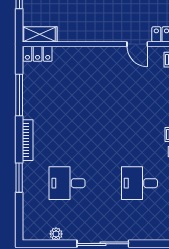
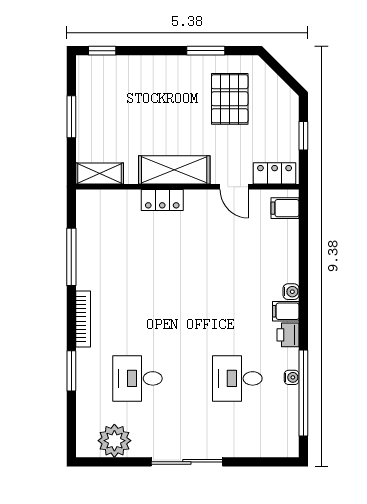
shelving: (94, 32) -> (174, 170), added
locker: (38, 54) -> (162, 200), moved
plant: (56, 234) -> (114, 441), width x1.88, depth x1.88

